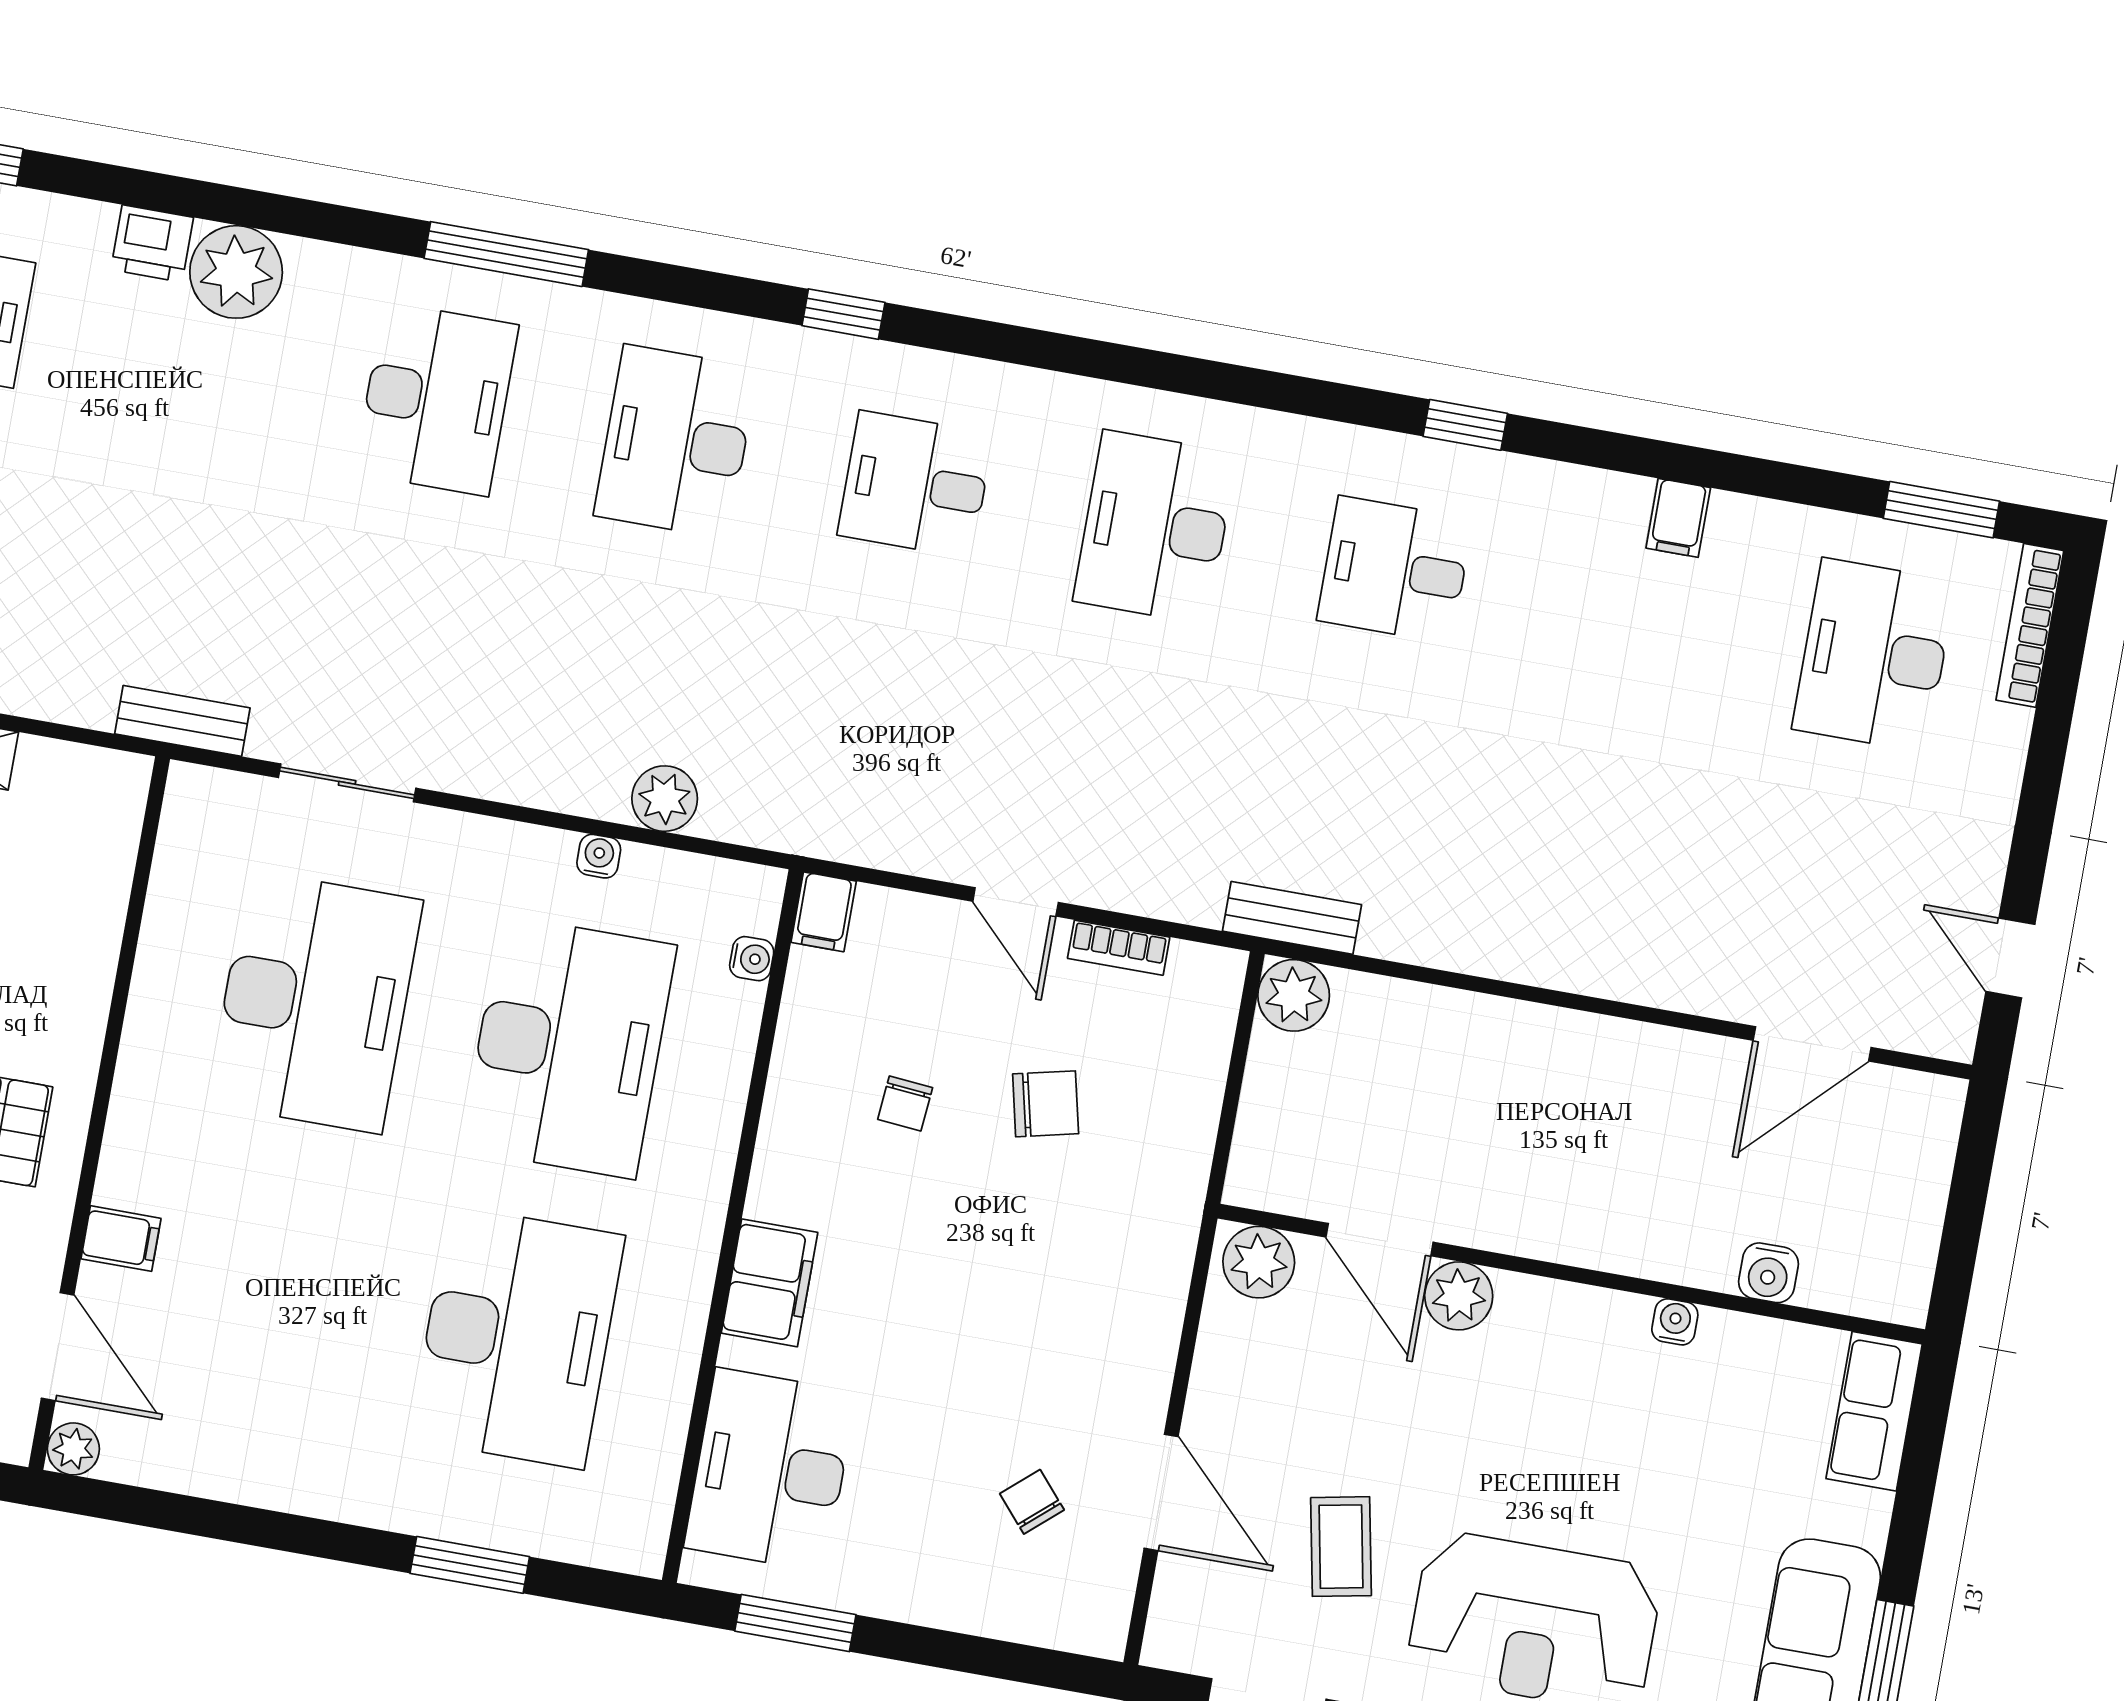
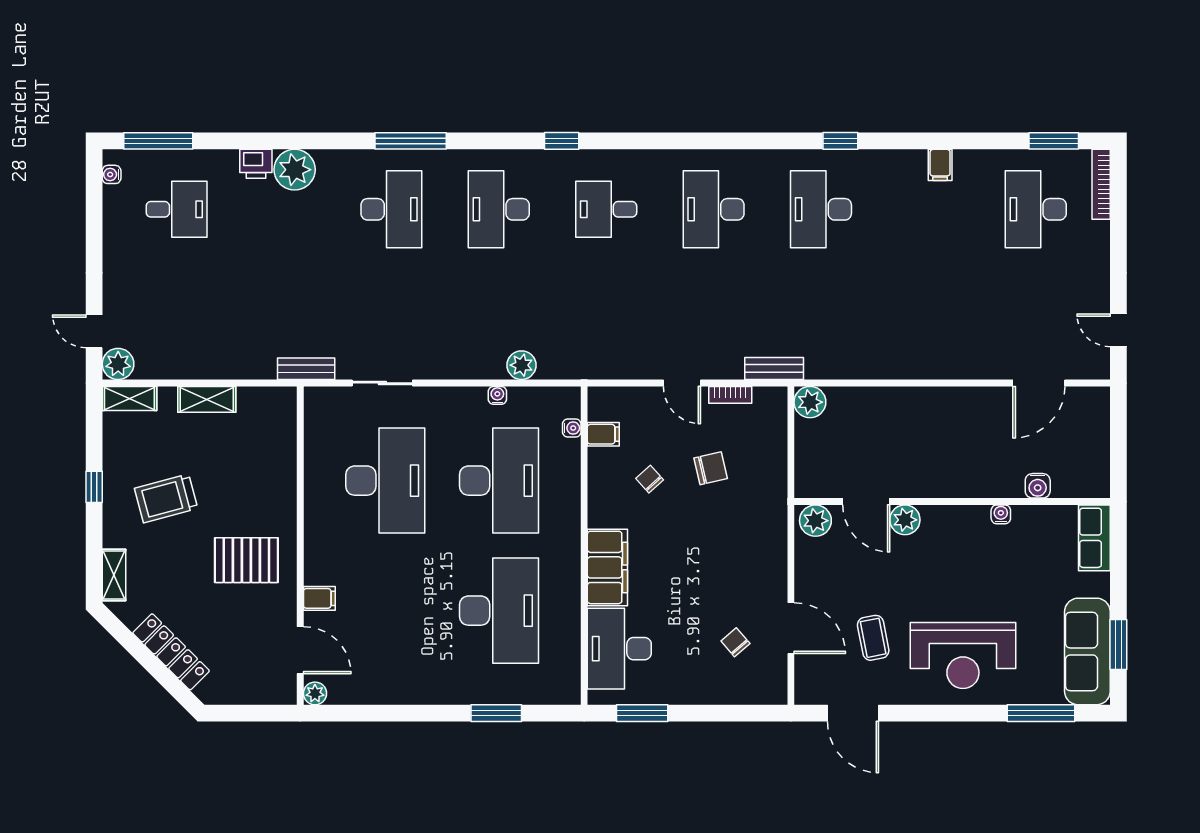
desk: (1395, 570) -> (821, 209), width x1.37
filing cabinet: (824, 912) -> (603, 434), moved, turned -90
bench: (1292, 918) -> (774, 368), moved
chair: (905, 1103) -> (650, 479), turned 133
filing cabinet: (769, 1283) -> (607, 567), width x1.50, depth x1.17

